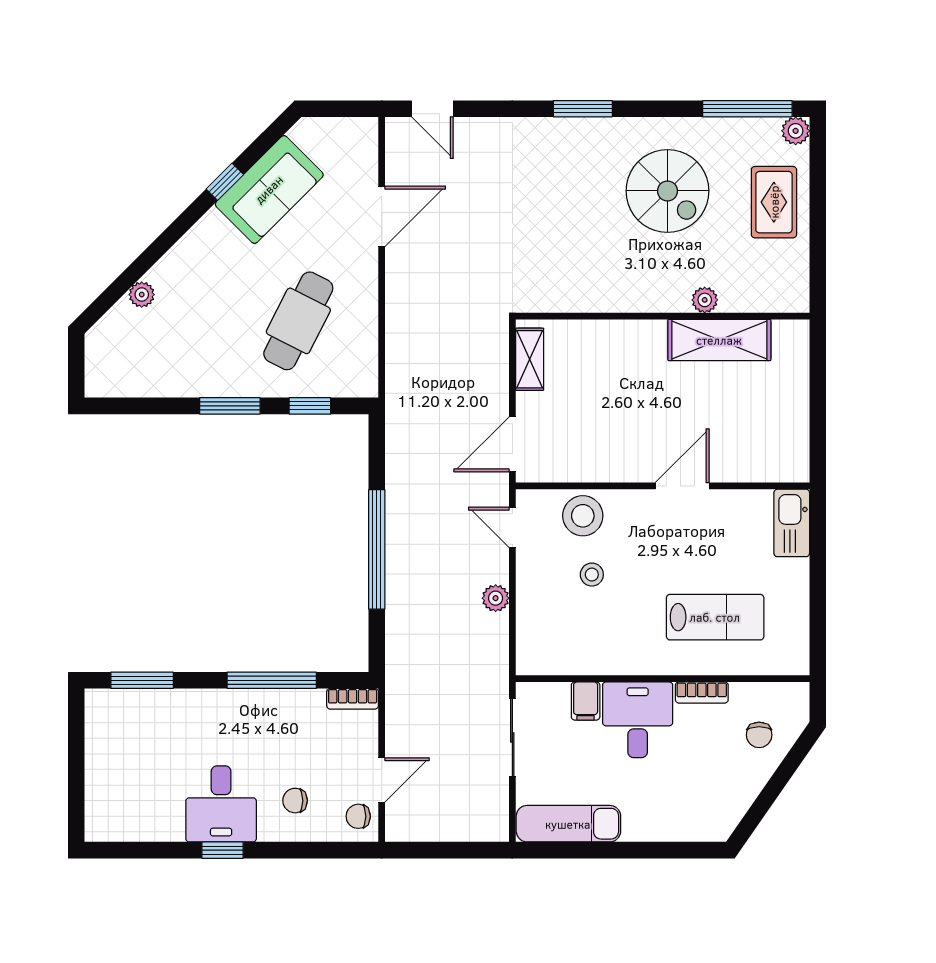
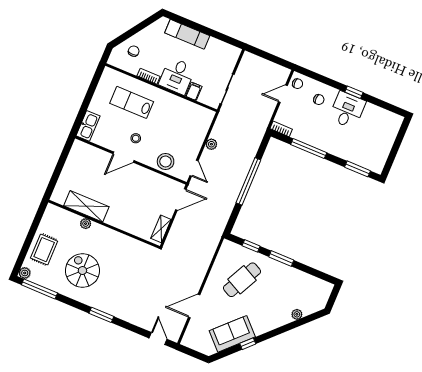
stool: (592, 575) -> (136, 138), moved
exam couch: (568, 824) -> (187, 34), moved

